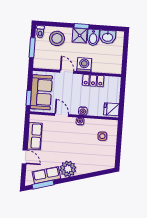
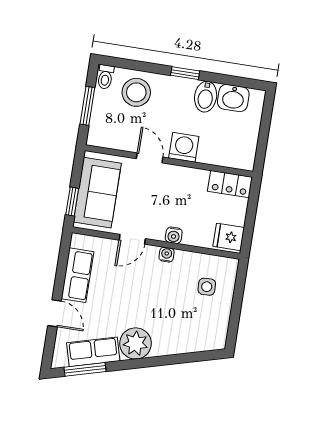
shower: (80, 35) -> (180, 91), removed
locker: (93, 81) -> (230, 184), moved
door: (62, 115) -> (132, 239), swing flipped

